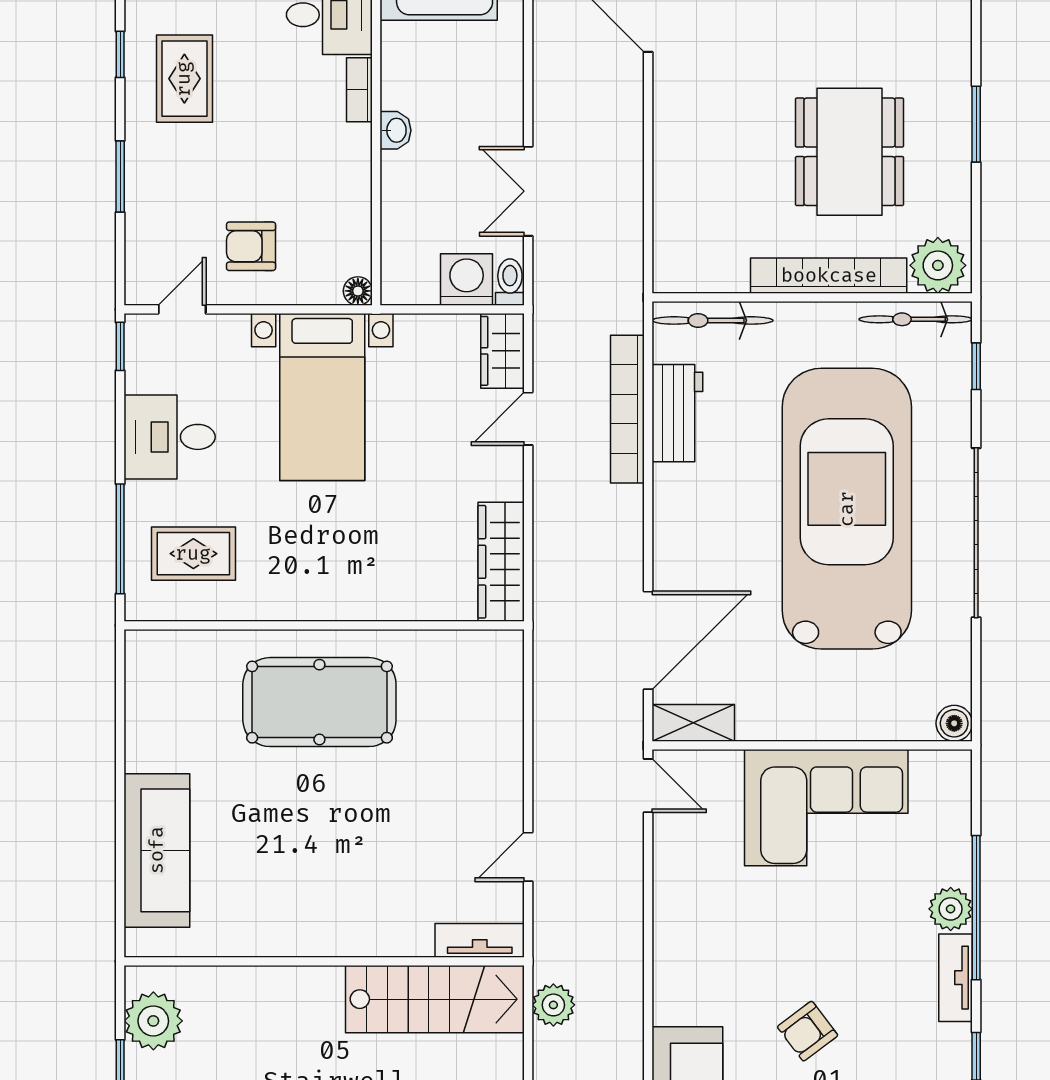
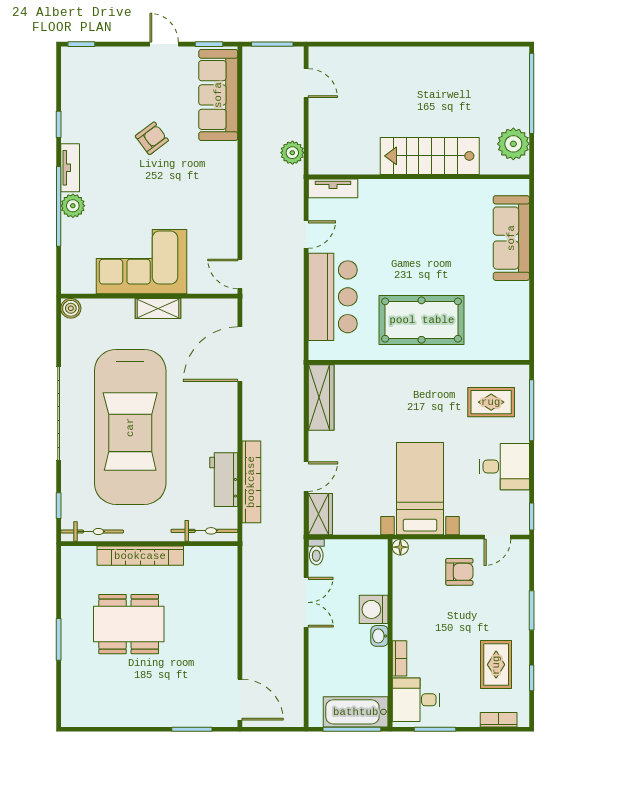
dining table: (850, 152) -> (129, 624), turned 90
plant: (938, 265) -> (80, 561), removed
washing machine: (467, 280) -> (374, 609), moved, turned 90
shelving: (693, 723) -> (158, 309), moved
bar counter: (480, 744) -> (333, 297), added
stairs: (435, 999) -> (430, 156), moved

